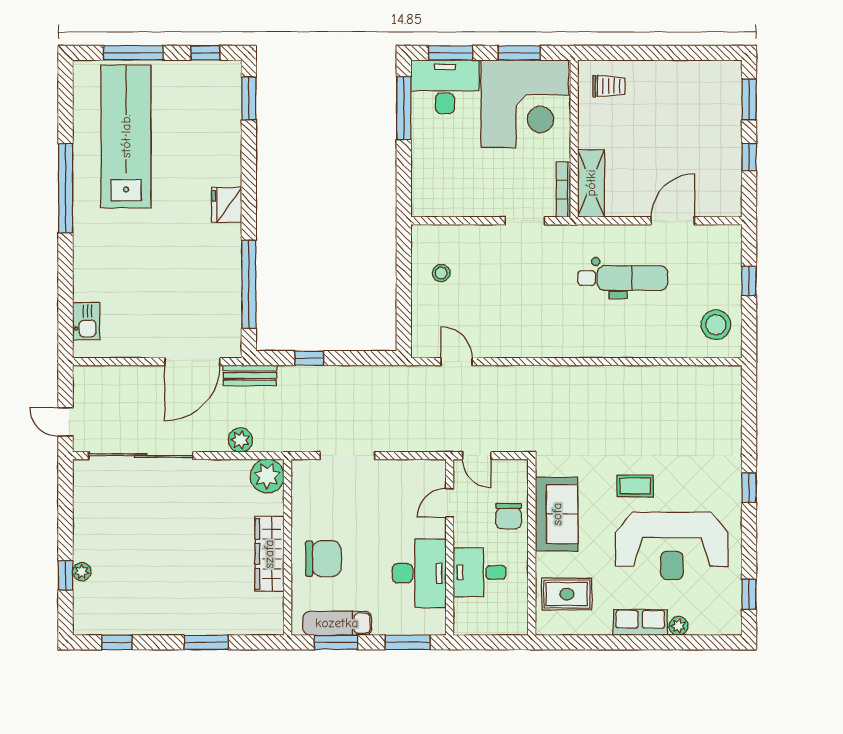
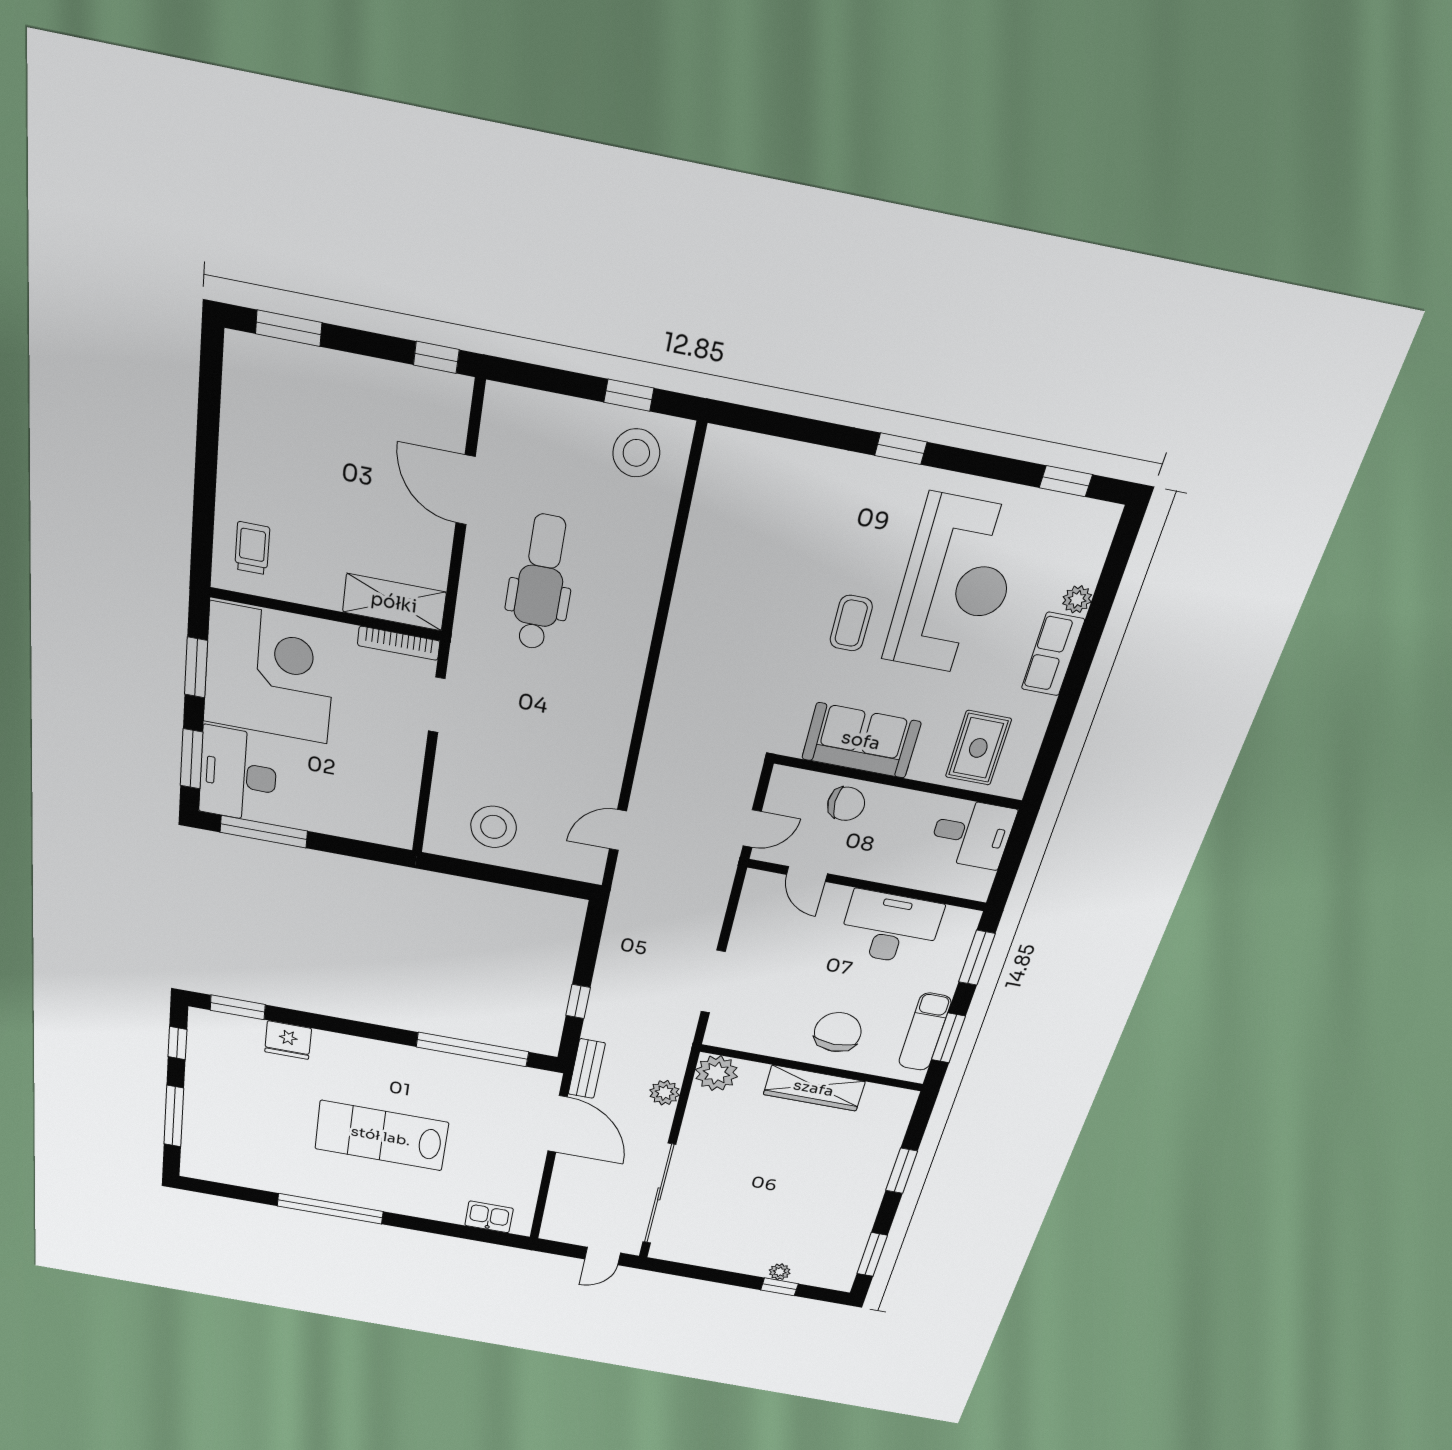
lab bench: (126, 136) -> (381, 1136), moved, width x0.73
window: (749, 157) -> (436, 357), moved
fridge: (227, 205) -> (288, 1040), moved
stool: (441, 273) -> (494, 827), width x1.89, depth x1.89
window: (749, 281) -> (629, 395), moved
desk: (479, 572) -> (972, 834), moved, turned -90
window: (117, 642) -> (872, 1255), width x1.50

